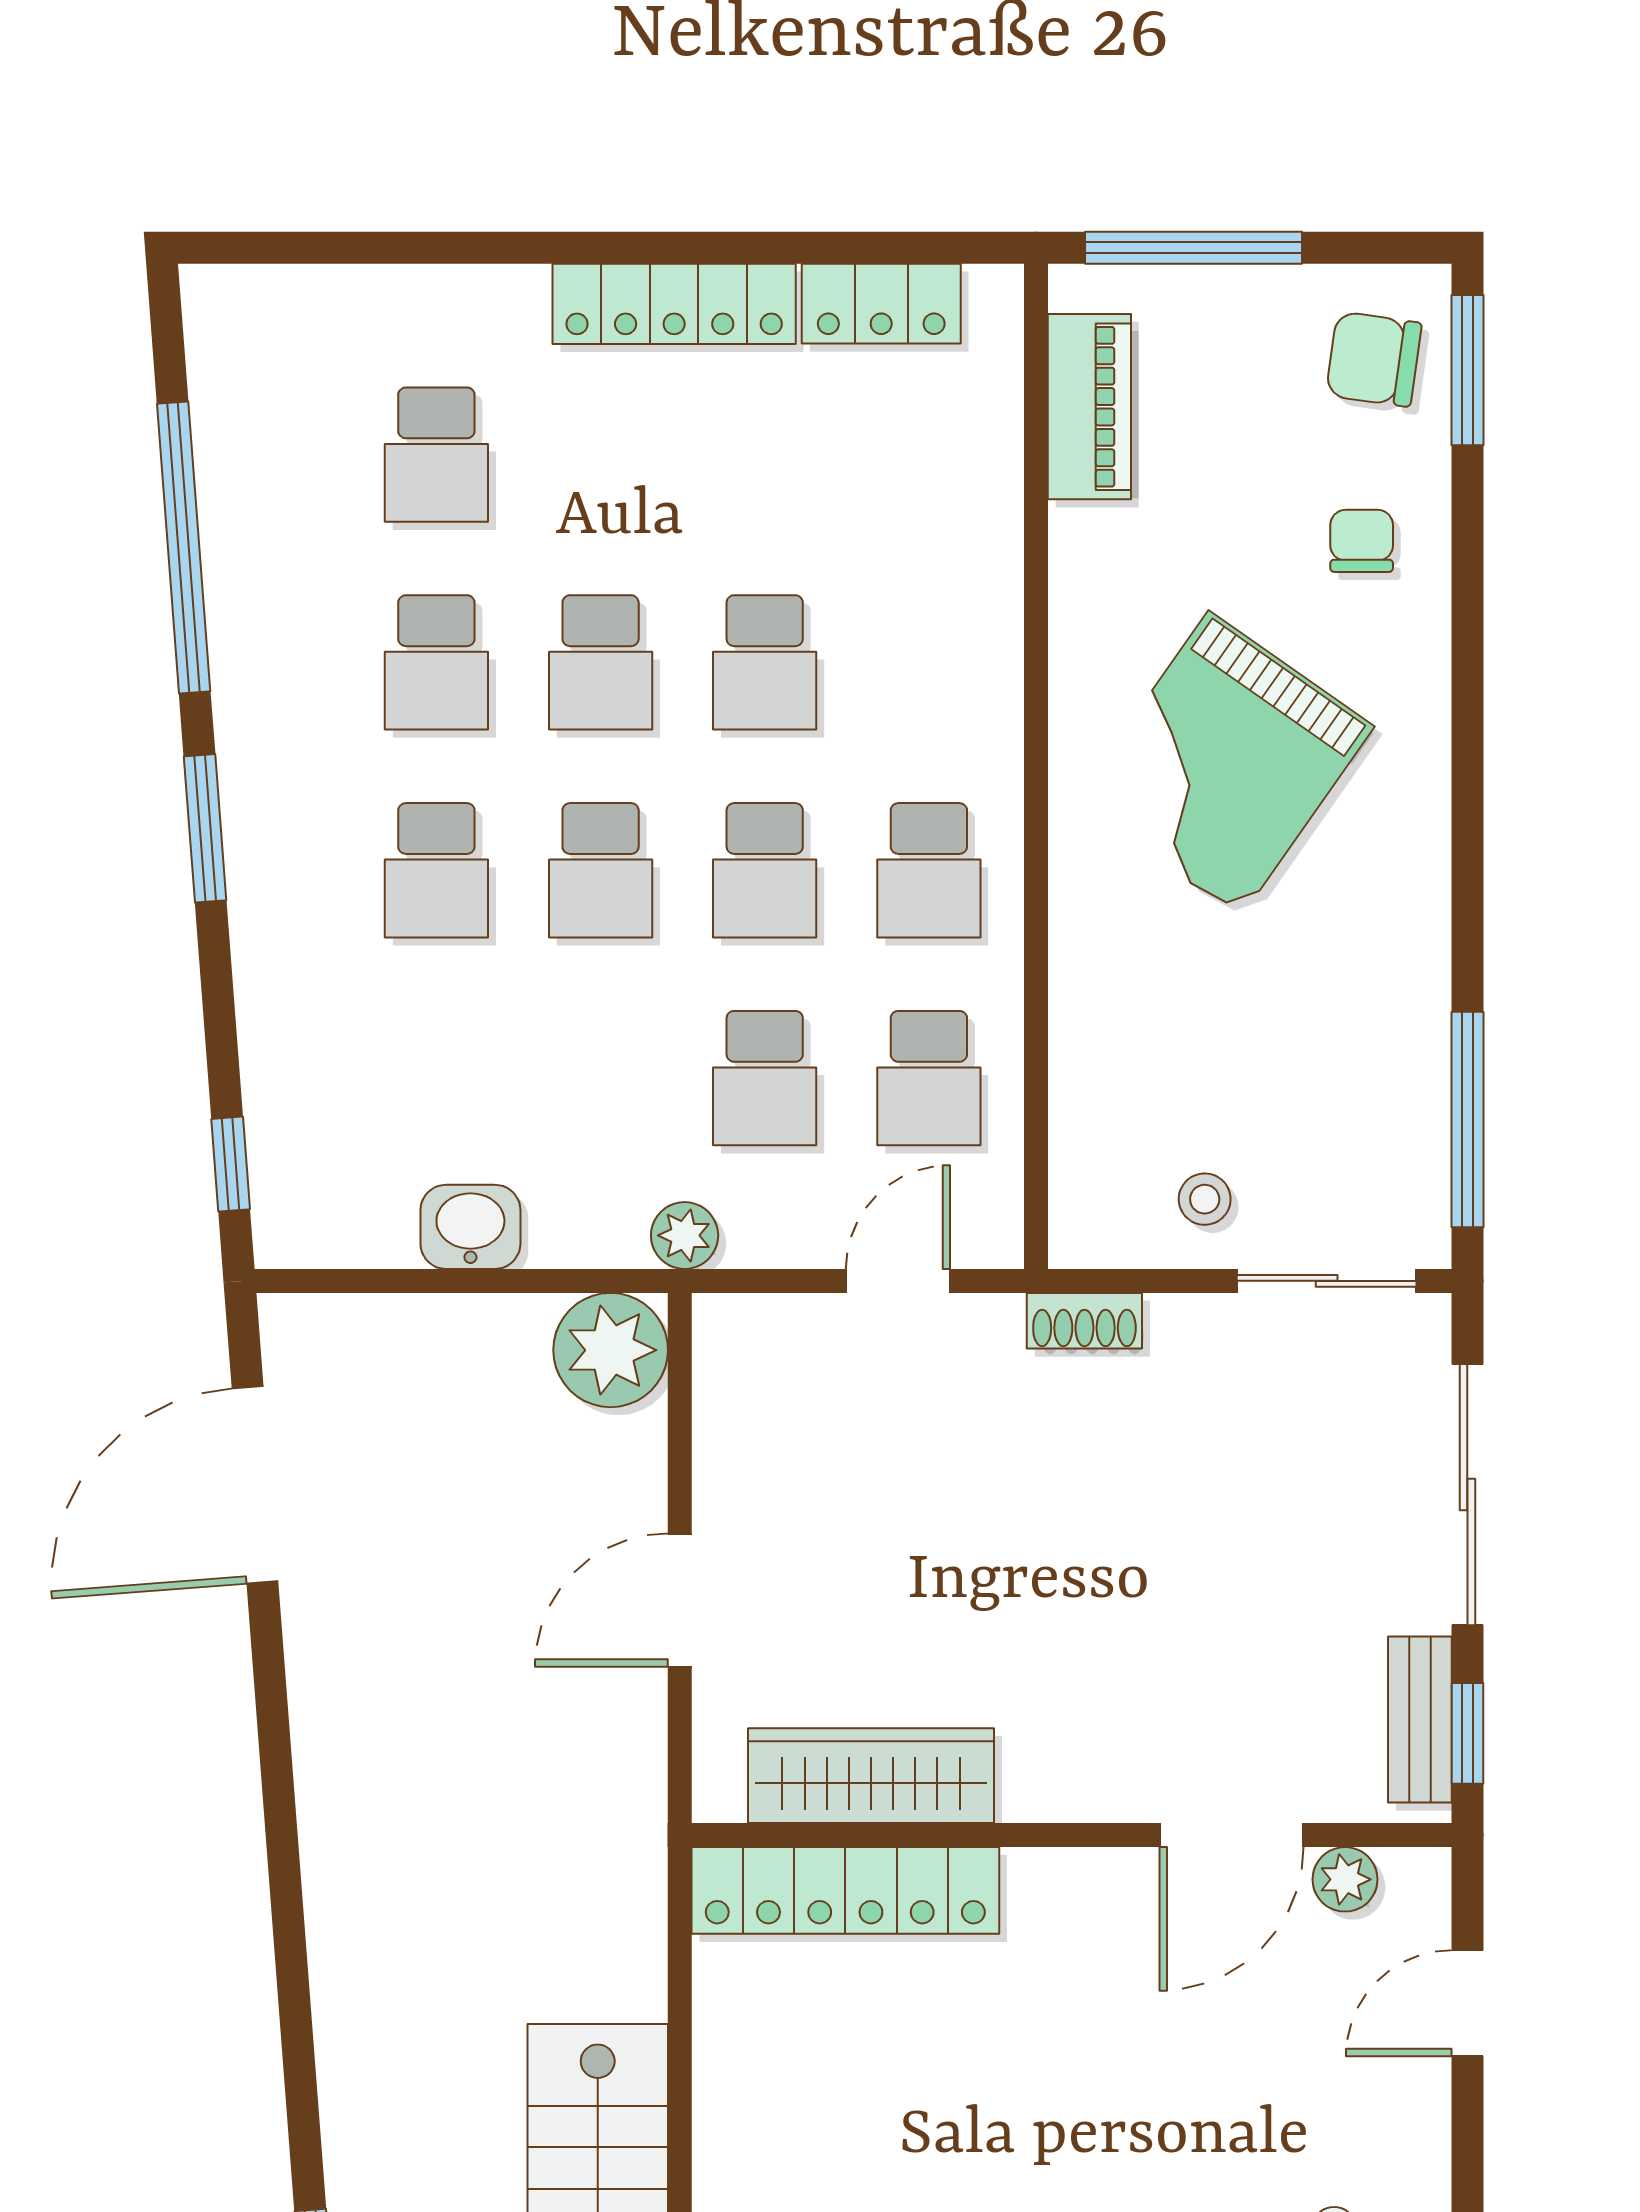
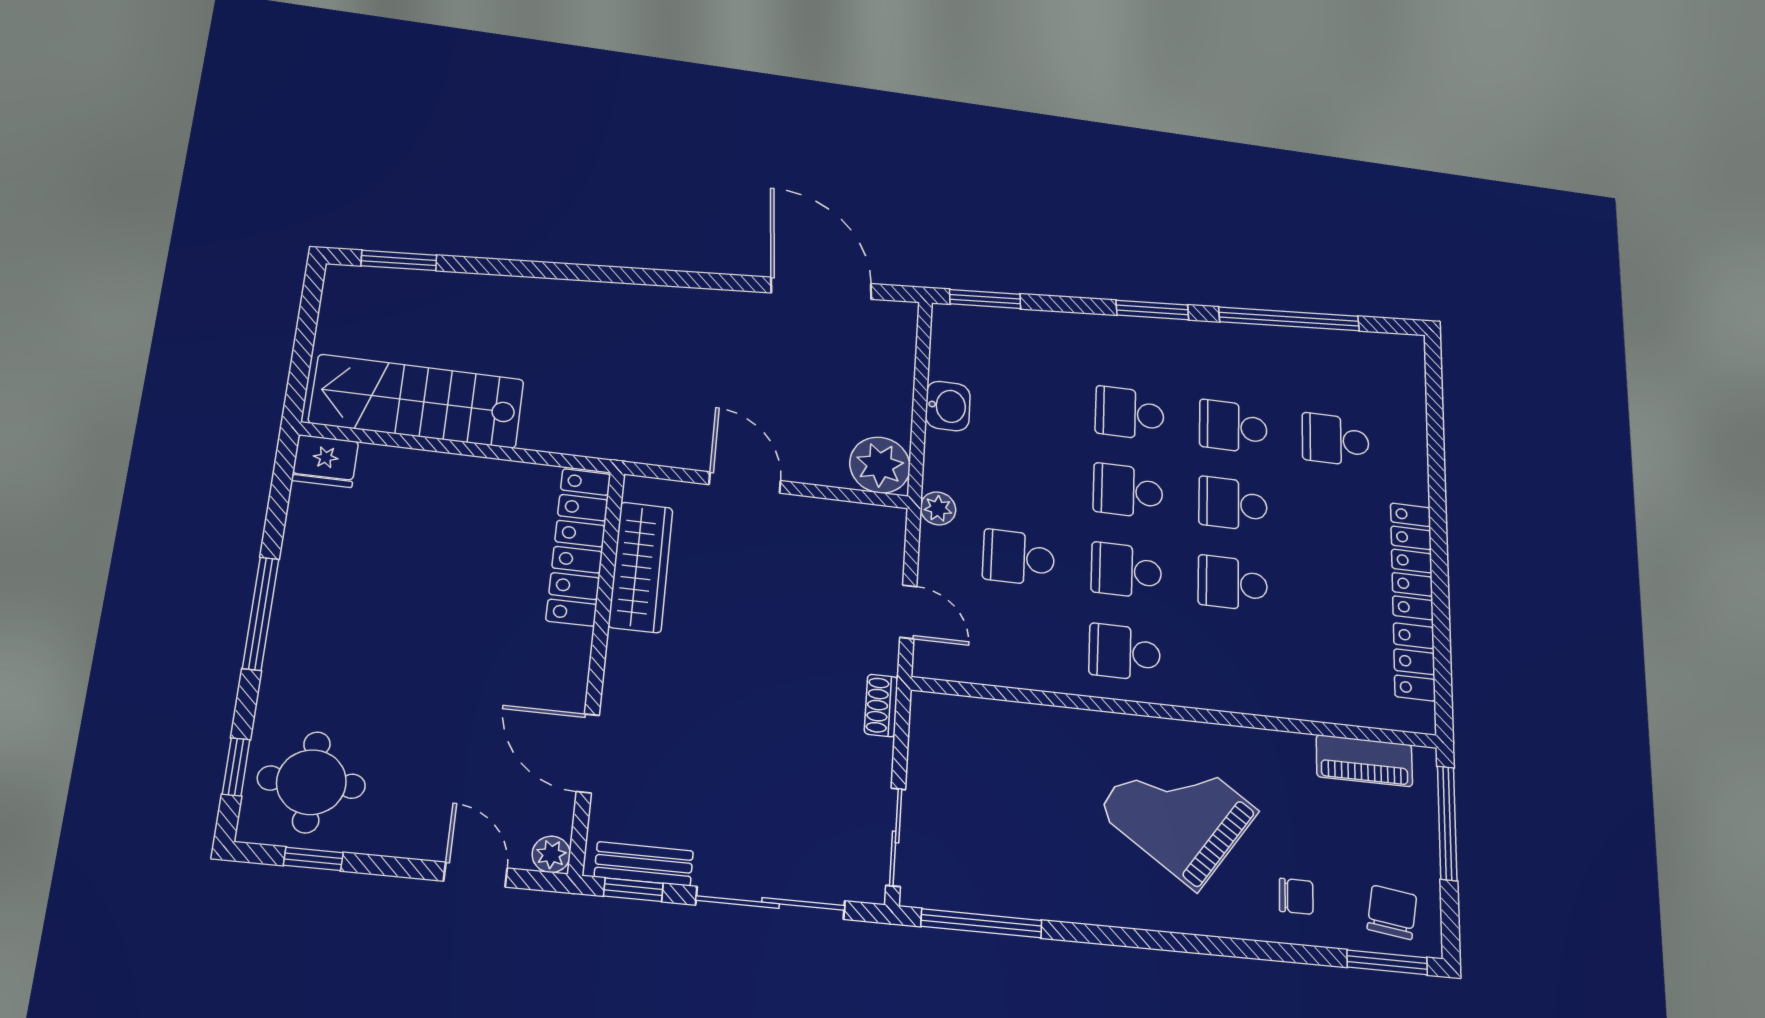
school desk: (929, 1078) -> (1015, 640), removed
window: (231, 1164) -> (985, 299), width x1.50
stool: (1205, 1199) -> (944, 776), removed
plant: (1345, 1879) -> (551, 854), moved

